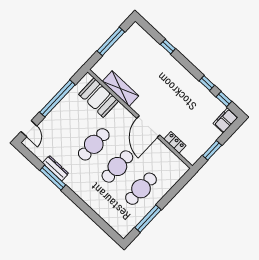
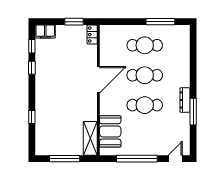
shelving: (121, 89) -> (90, 138), moved
locker: (175, 142) -> (92, 35), moved
dresser: (56, 168) -> (185, 100), moved

